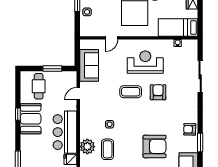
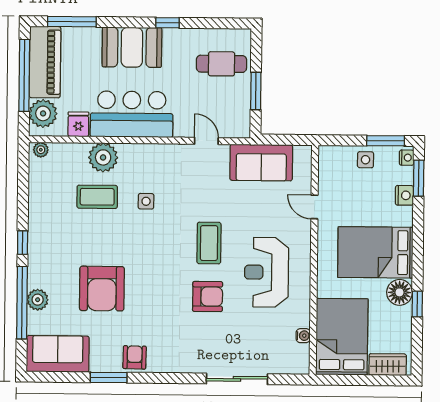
bed: (178, 27) -> (342, 337), width x1.50
reception desk: (145, 62) -> (266, 272), turned 180
booth: (31, 119) -> (132, 47), moved

